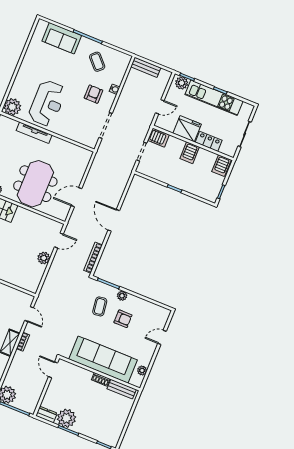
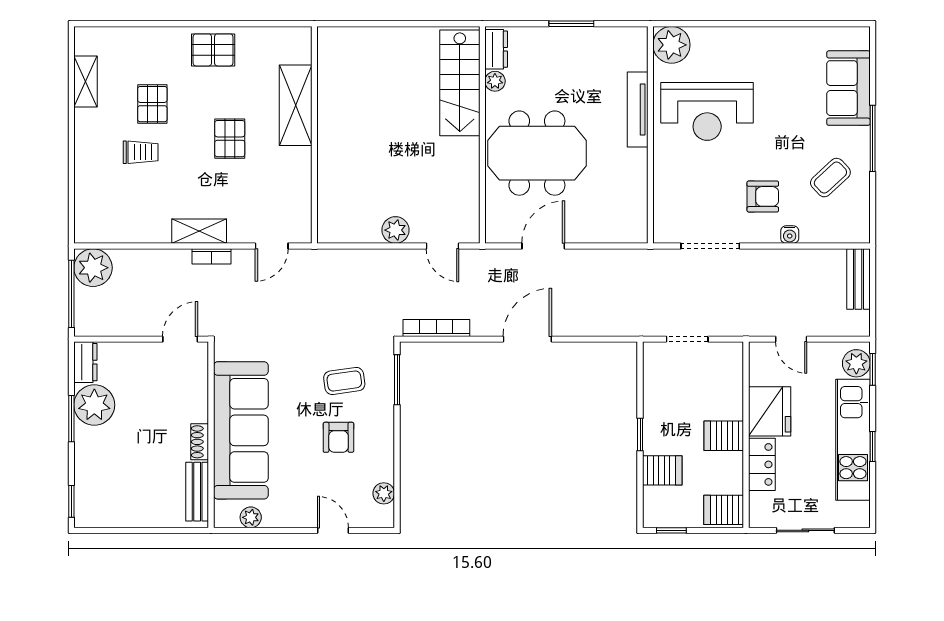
server rack: (158, 138) -> (662, 470), moved, turned -90
door: (76, 197) -> (543, 246), hinge flipped
plant: (122, 296) -> (384, 493), moved

